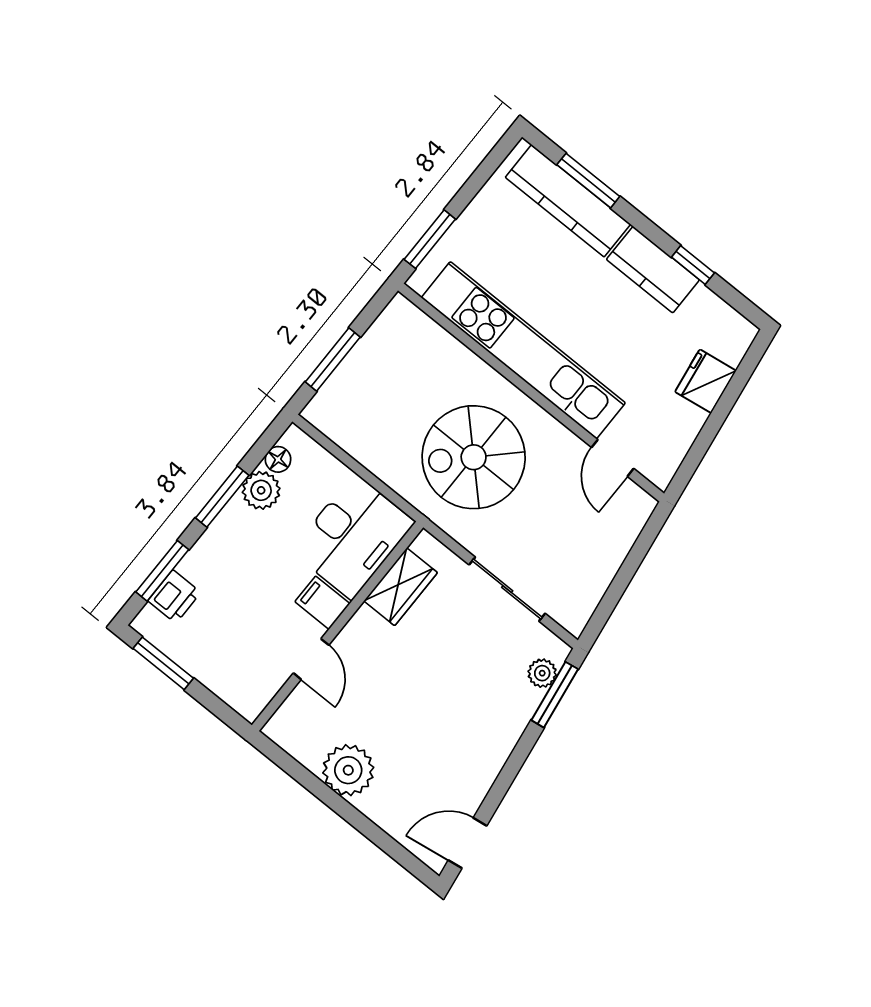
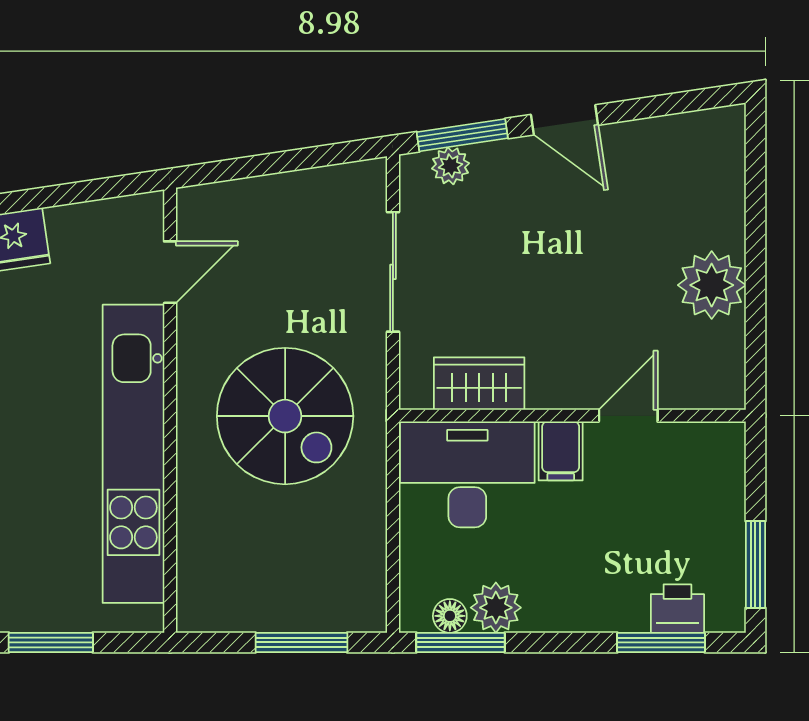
window: (430, 239) -> (51, 642), moved
window: (222, 497) -> (460, 642), moved
door: (468, 843) -> (564, 120), moved

